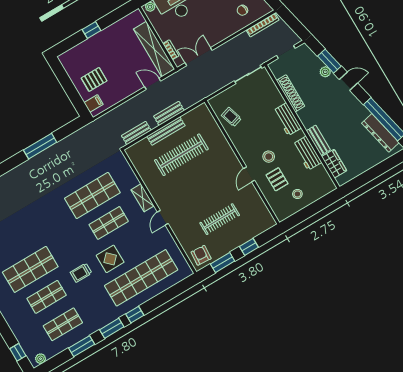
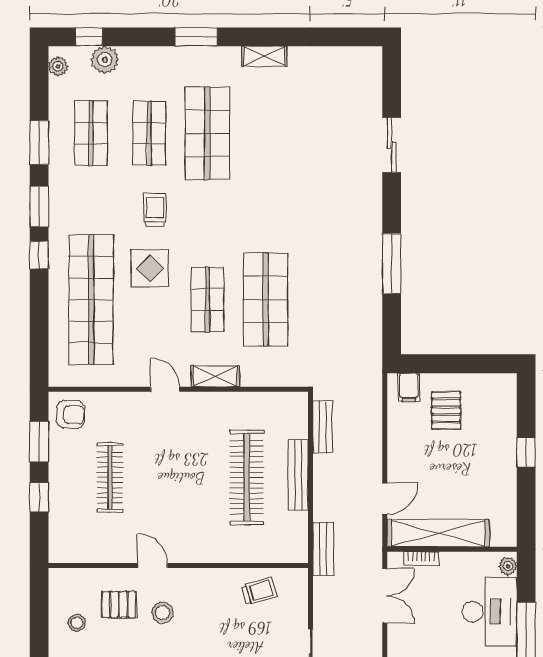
bench: (169, 113) -> (323, 549), moved
plant: (24, 338) -> (105, 60), added

